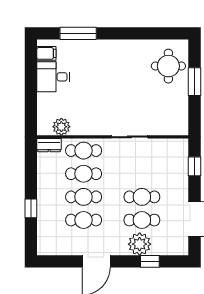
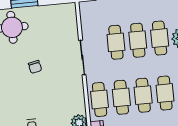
chair: (124, 86) -> (35, 67), added
cafe table: (142, 174) -> (116, 42), added

